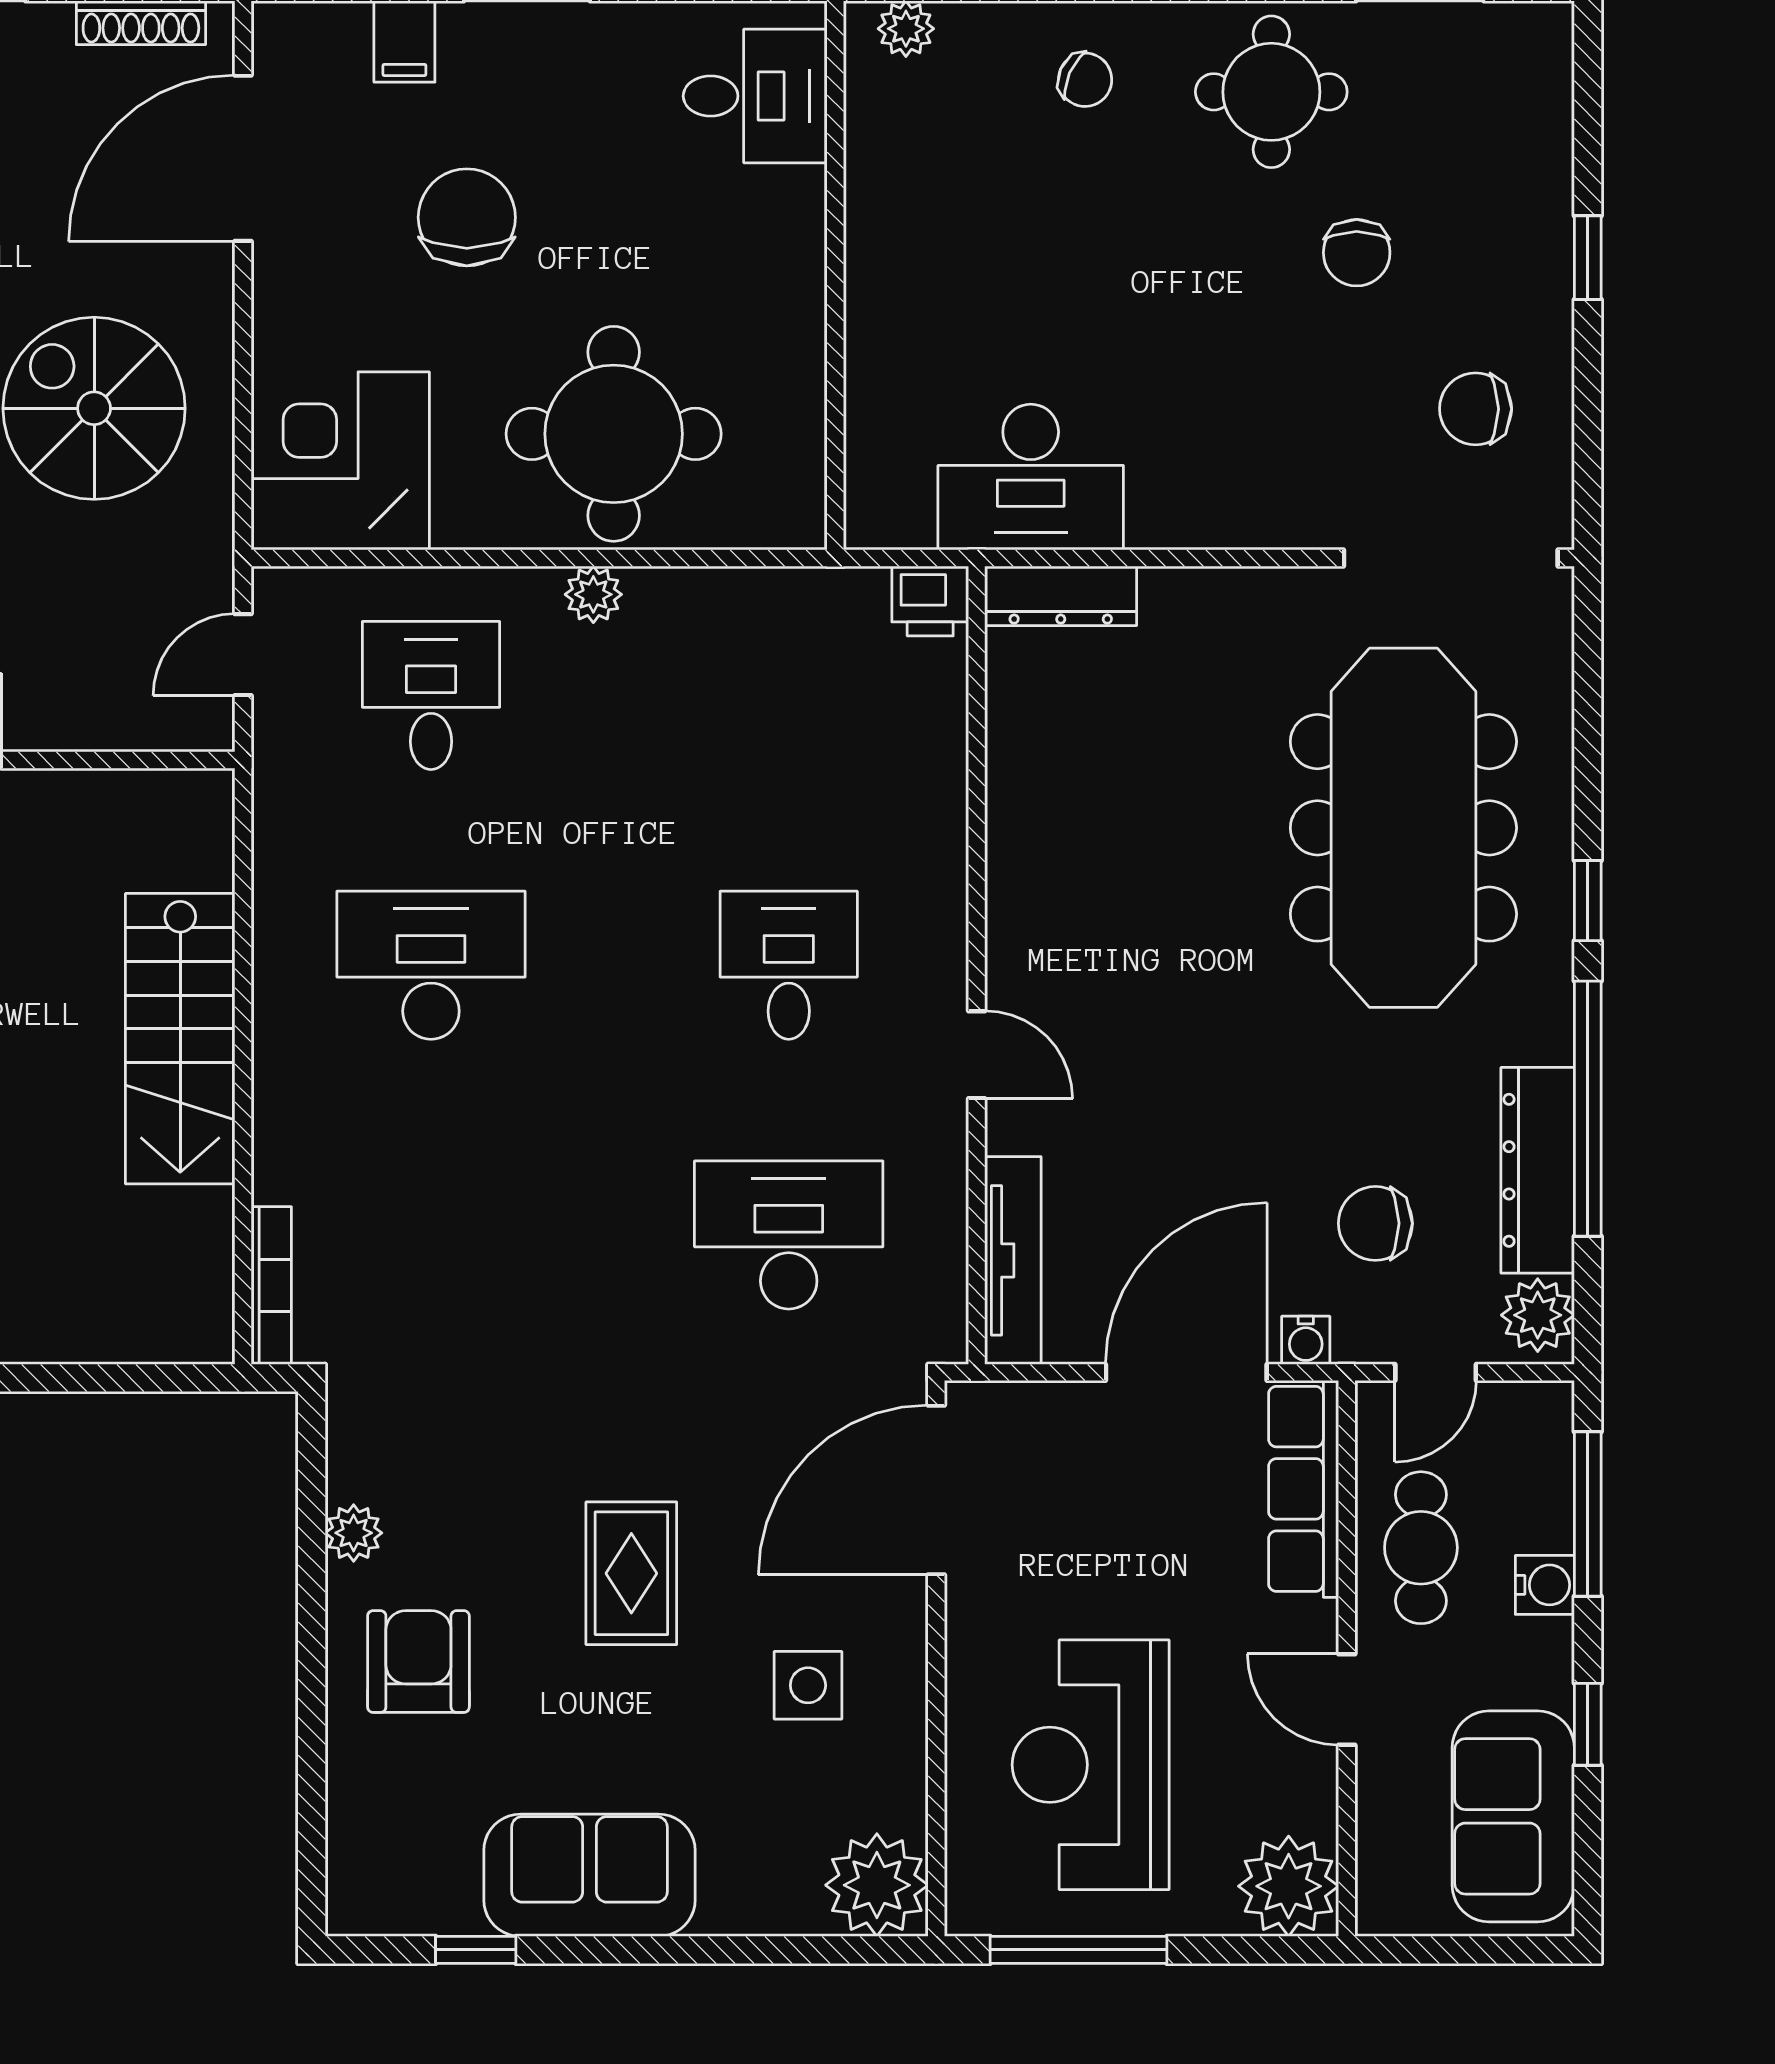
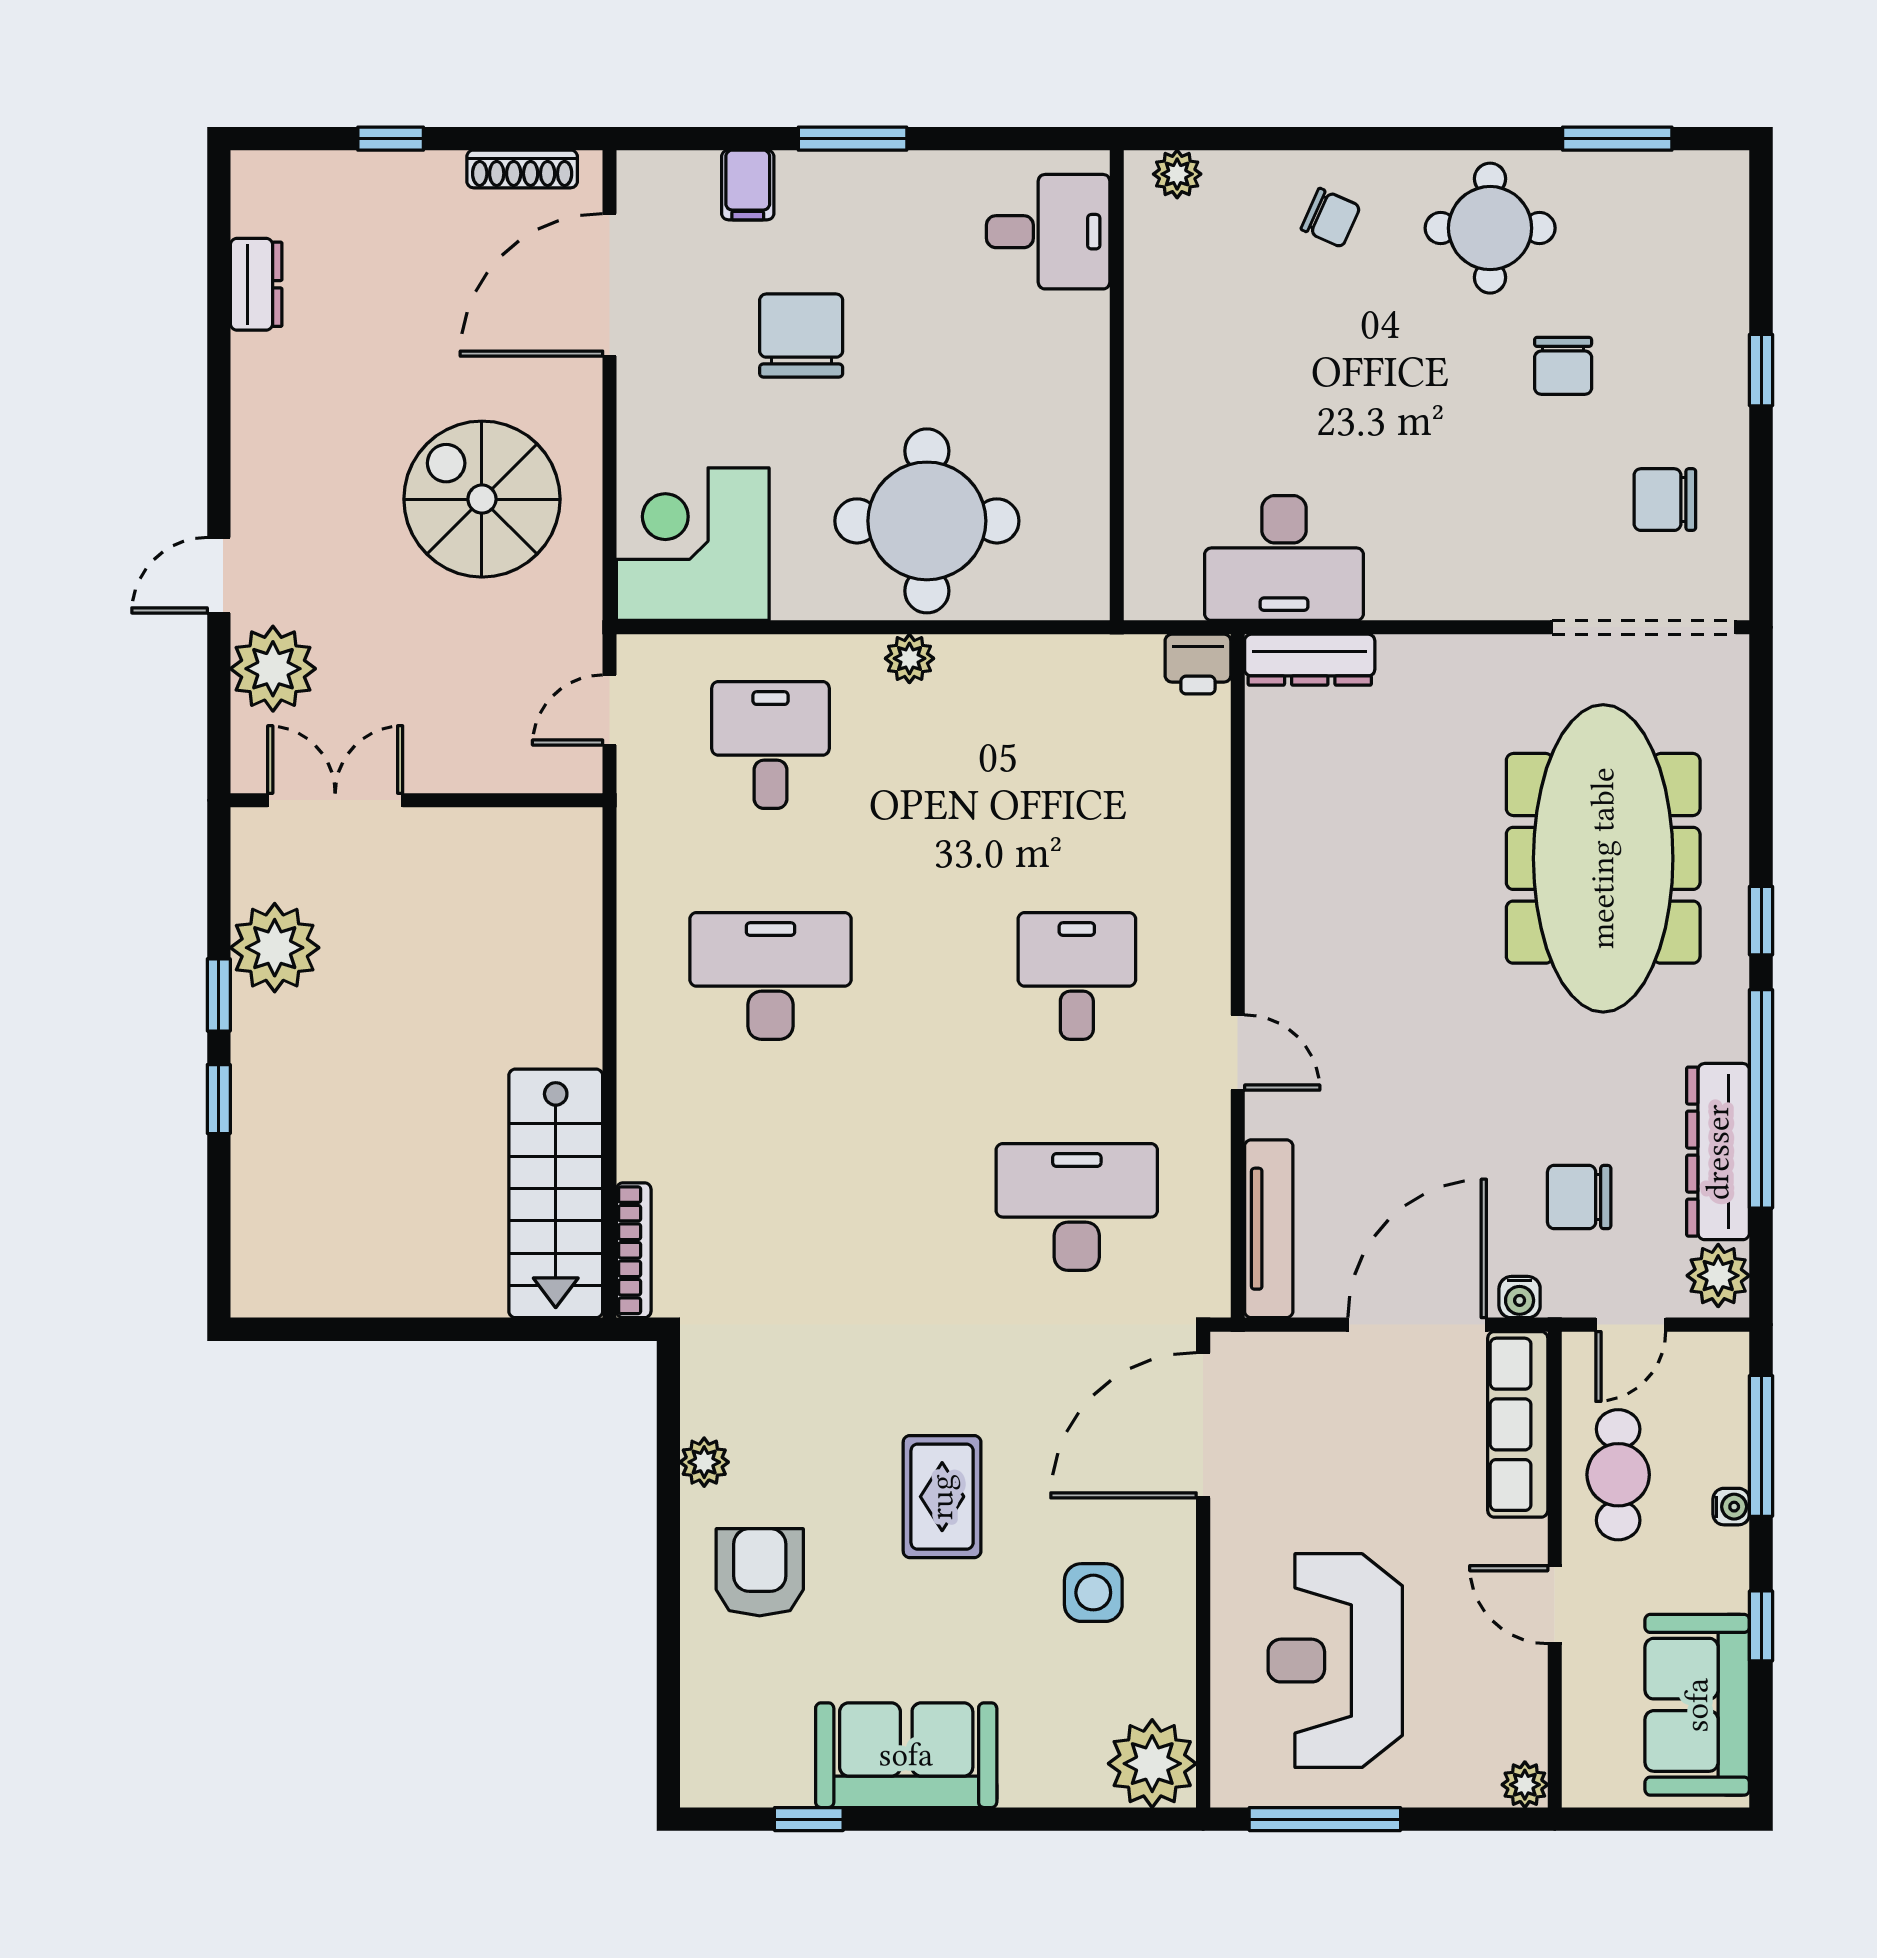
stairs: (180, 1039) -> (556, 1193), moved
water cooler: (1545, 1585) -> (1731, 1507), width x0.72, depth x0.72
plant: (1289, 1886) -> (1525, 1785), width x0.53, depth x0.53

